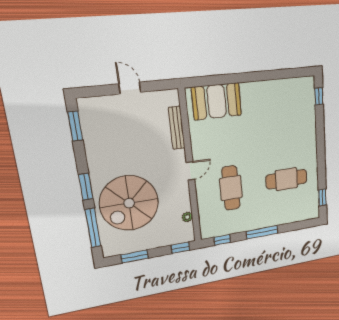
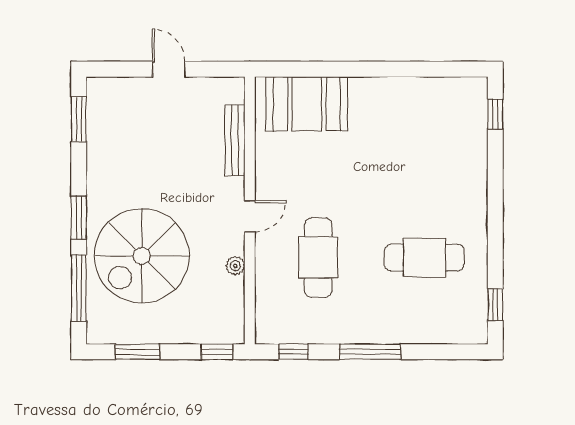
plant: (187, 217) -> (235, 266), moved

